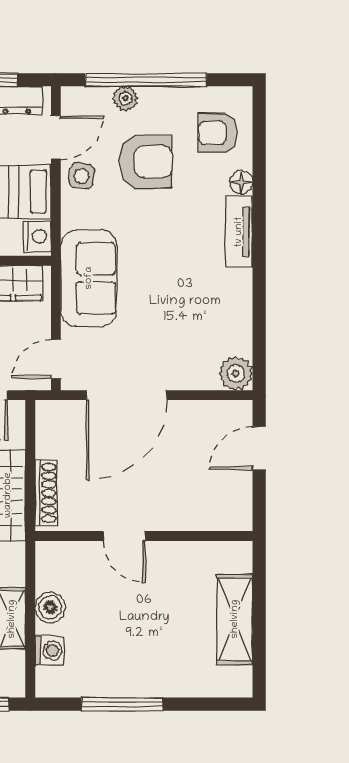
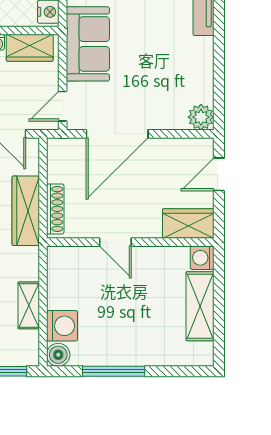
wardrobe: (219, 512) -> (188, 223), added
washing machine: (237, 557) -> (202, 258), added
boiler: (50, 607) -> (58, 355), moved
washing machine: (50, 651) -> (62, 326), width x1.38, depth x1.38

